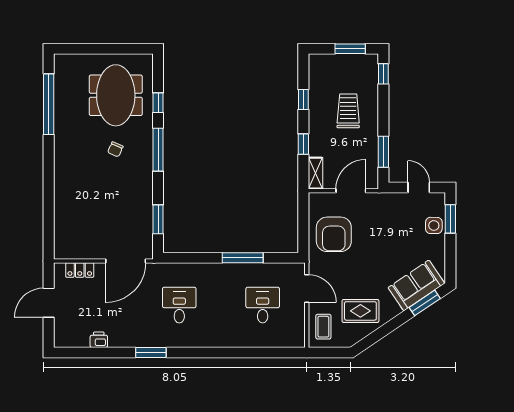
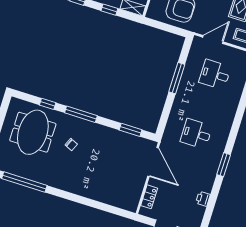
meeting table: (116, 95) -> (33, 132), turned 90

